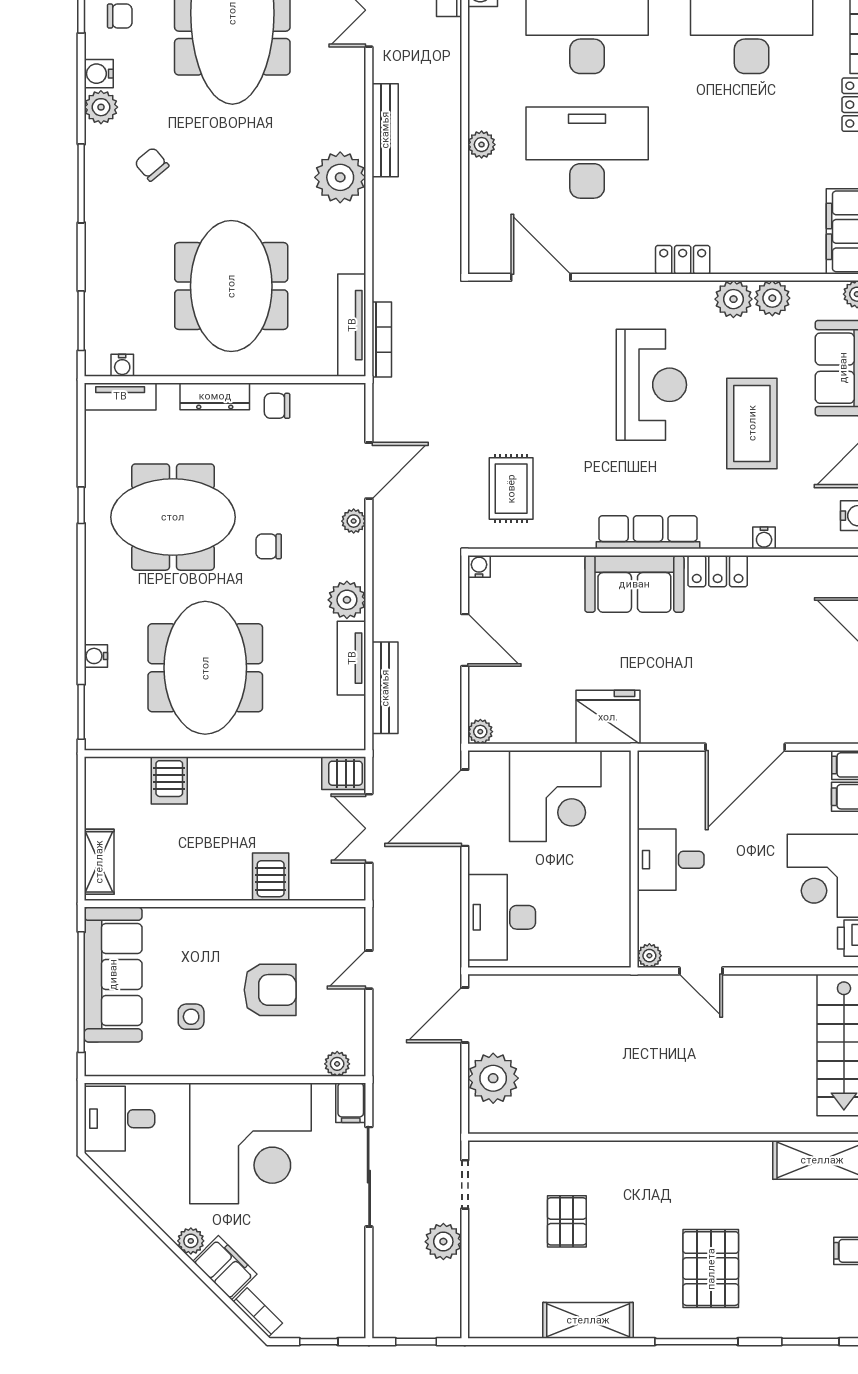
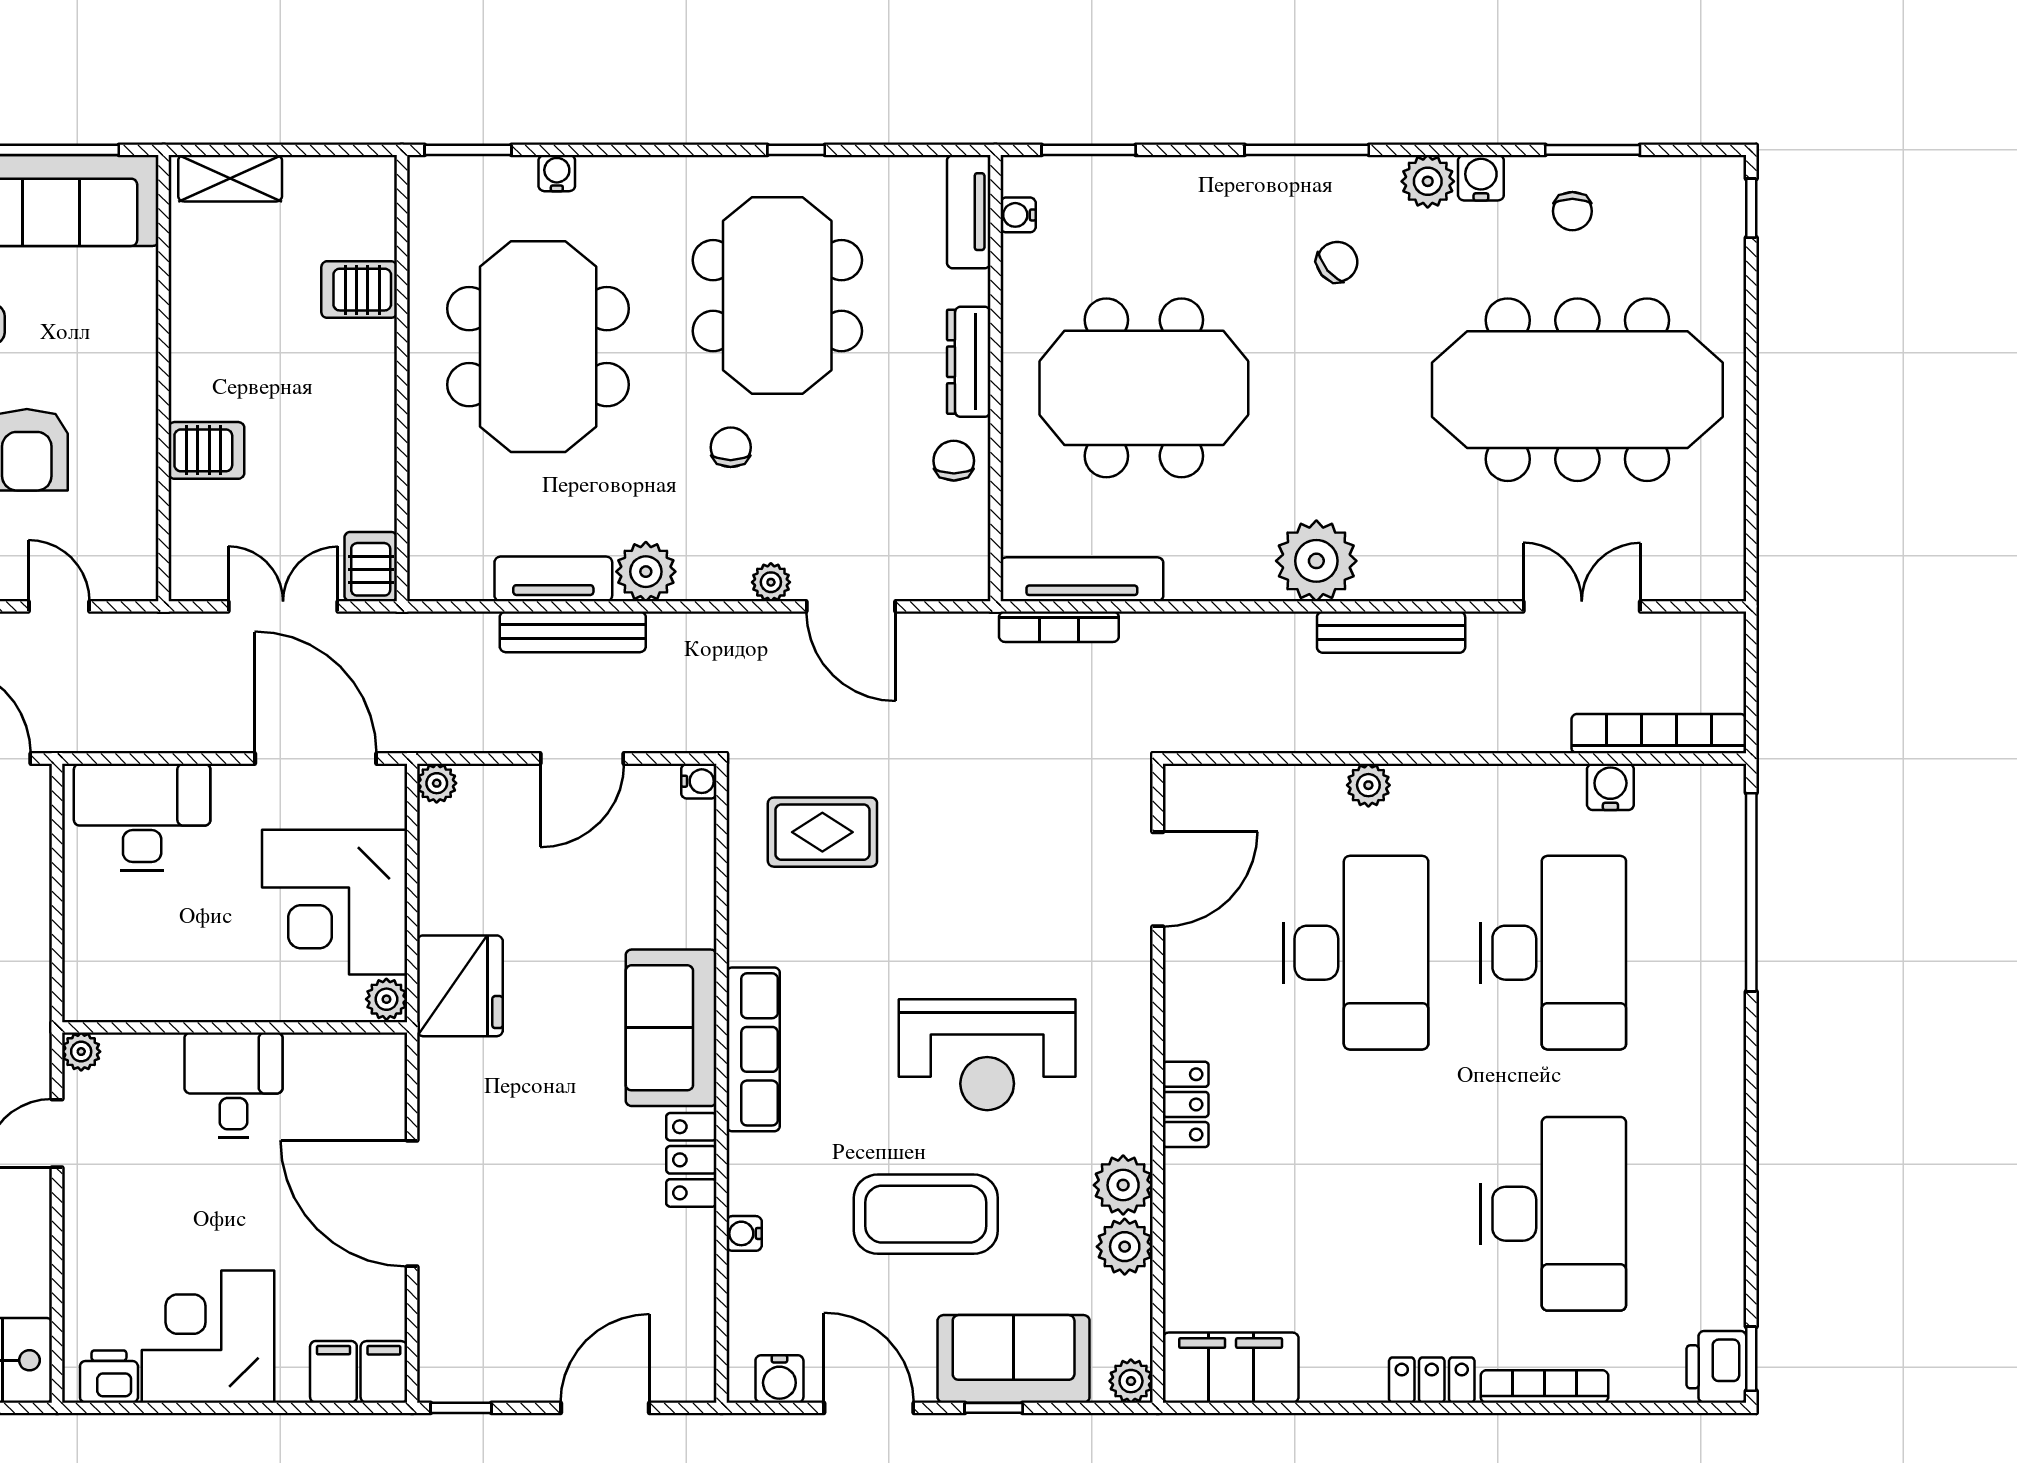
meeting table: (205, 668) -> (538, 347), turned 90
bench: (385, 688) -> (573, 632), moved
plant: (616, 763) -> (386, 999), added

